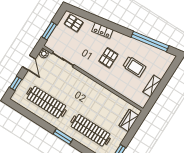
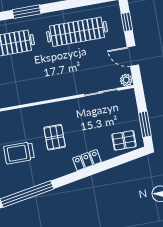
window: (49, 31) -> (145, 124), moved

